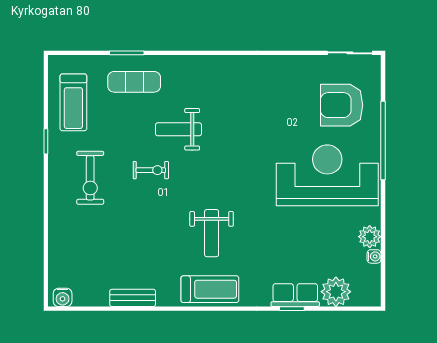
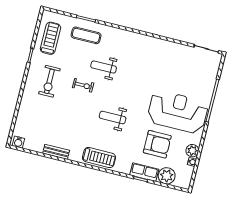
treadmill: (73, 102) -> (50, 38), turned 180
armchair: (342, 105) -> (157, 144), moved, turned 180
weight bench: (212, 233) -> (113, 117), moved, turned 90

